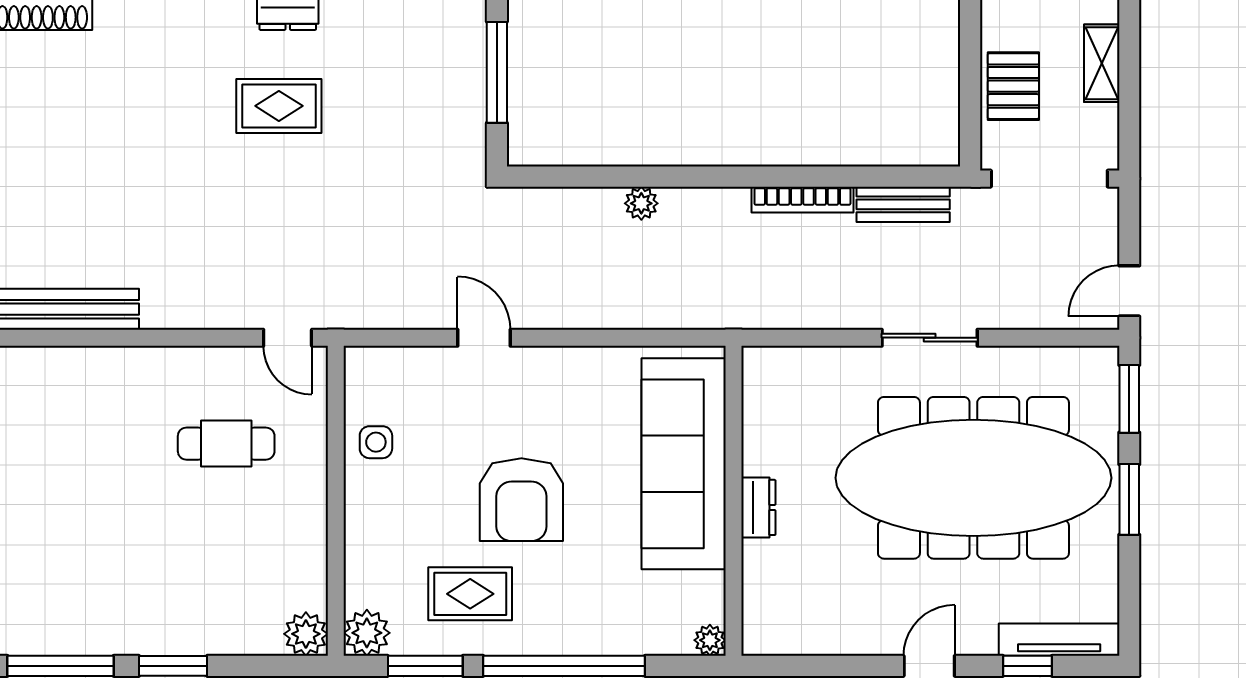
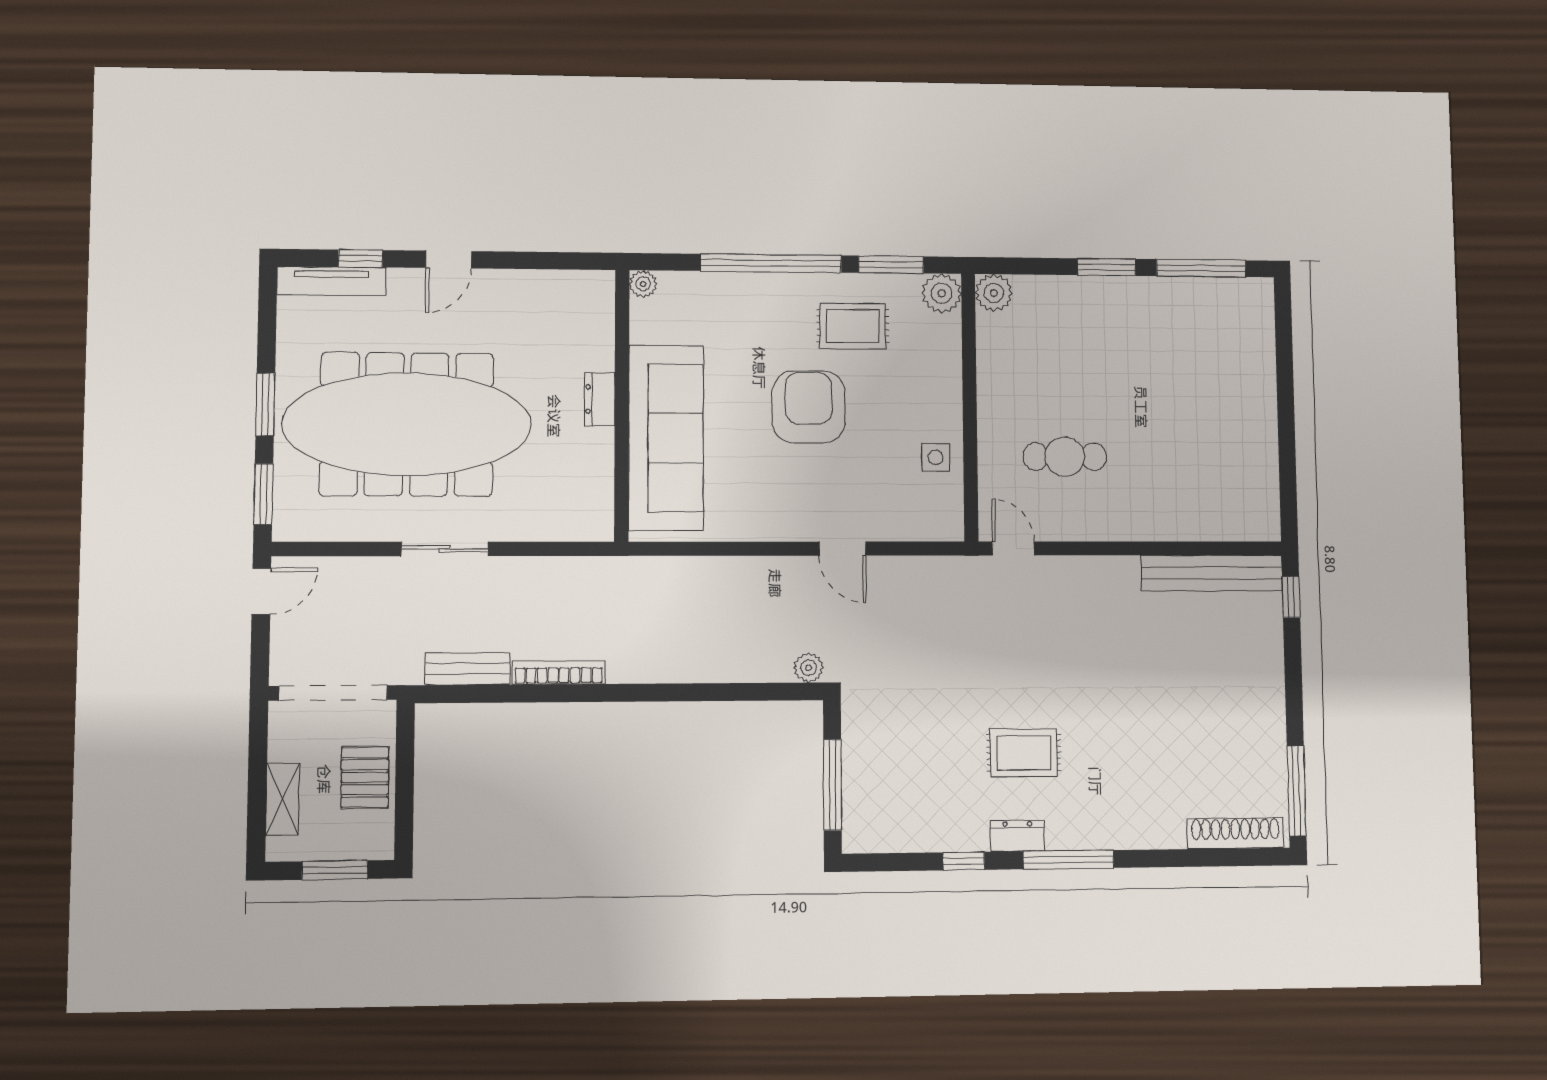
plant: (641, 203) -> (809, 668), moved

